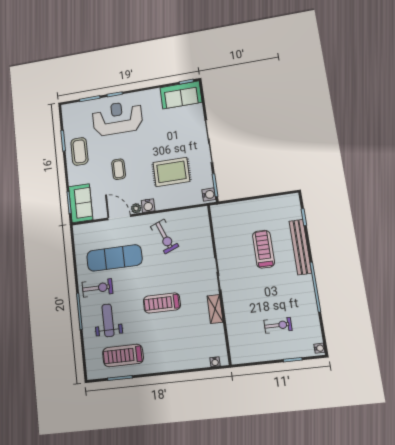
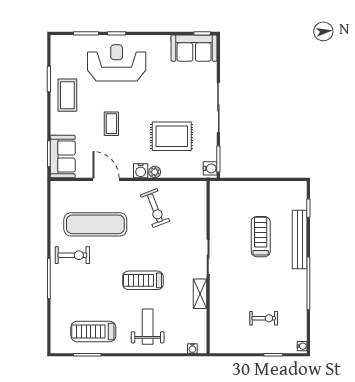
plant: (136, 208) -> (155, 172), moved
weight bench: (108, 320) -> (148, 327), moved

